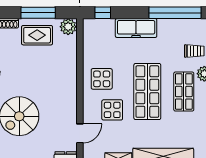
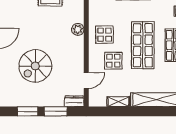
plant: (70, 73) -> (78, 29), added

